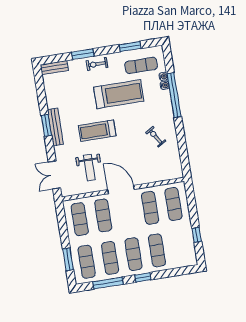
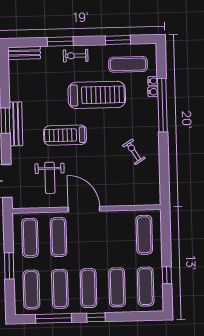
exercise mat: (150, 208) -> (146, 287), moved
window: (68, 259) -> (9, 266), moved

